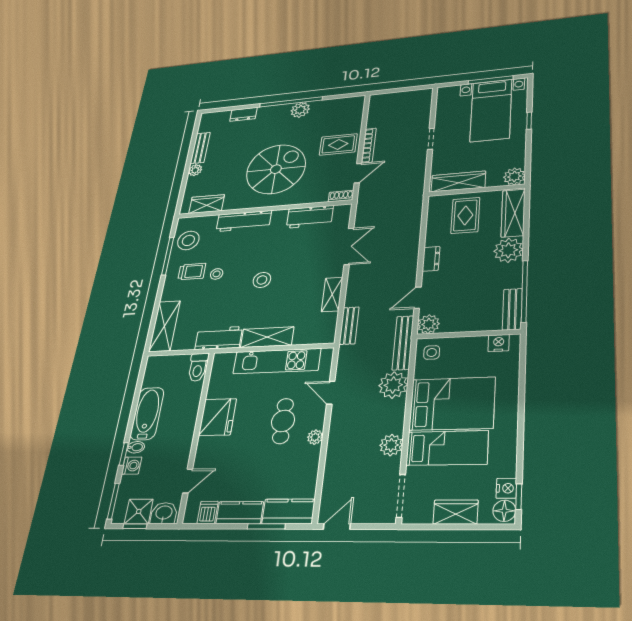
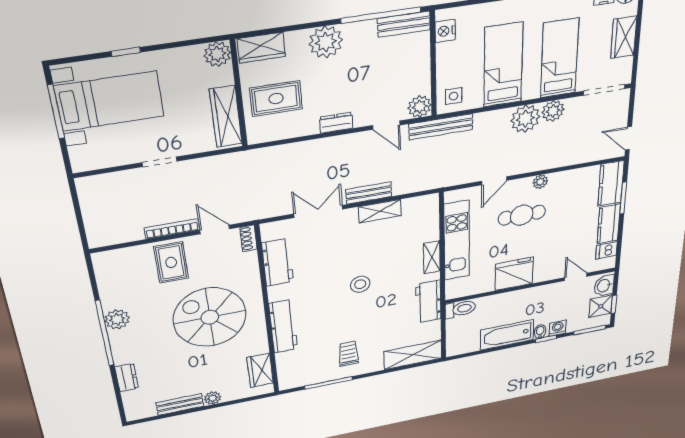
wardrobe: (513, 213) -> (261, 48), width x0.67
stool: (188, 240) -> (309, 371), removed
stool: (217, 274) -> (352, 330), removed
bench: (349, 326) -> (369, 193), moved
shelving: (267, 337) -> (432, 257), width x0.67, depth x0.75
plant: (393, 385) -> (525, 119), moved
bed: (452, 404) -> (503, 65), width x0.67

